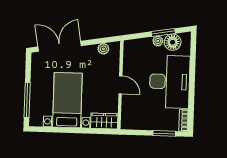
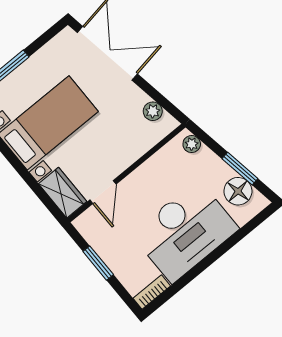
plant: (158, 41) -> (192, 144), moved
door: (120, 85) -> (103, 192), moved
window: (164, 133) -> (98, 263), moved

